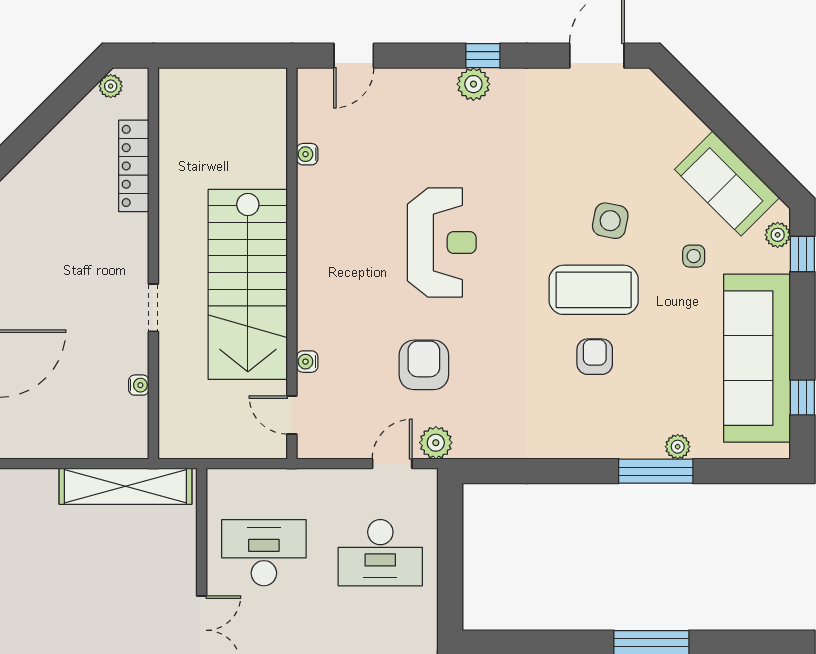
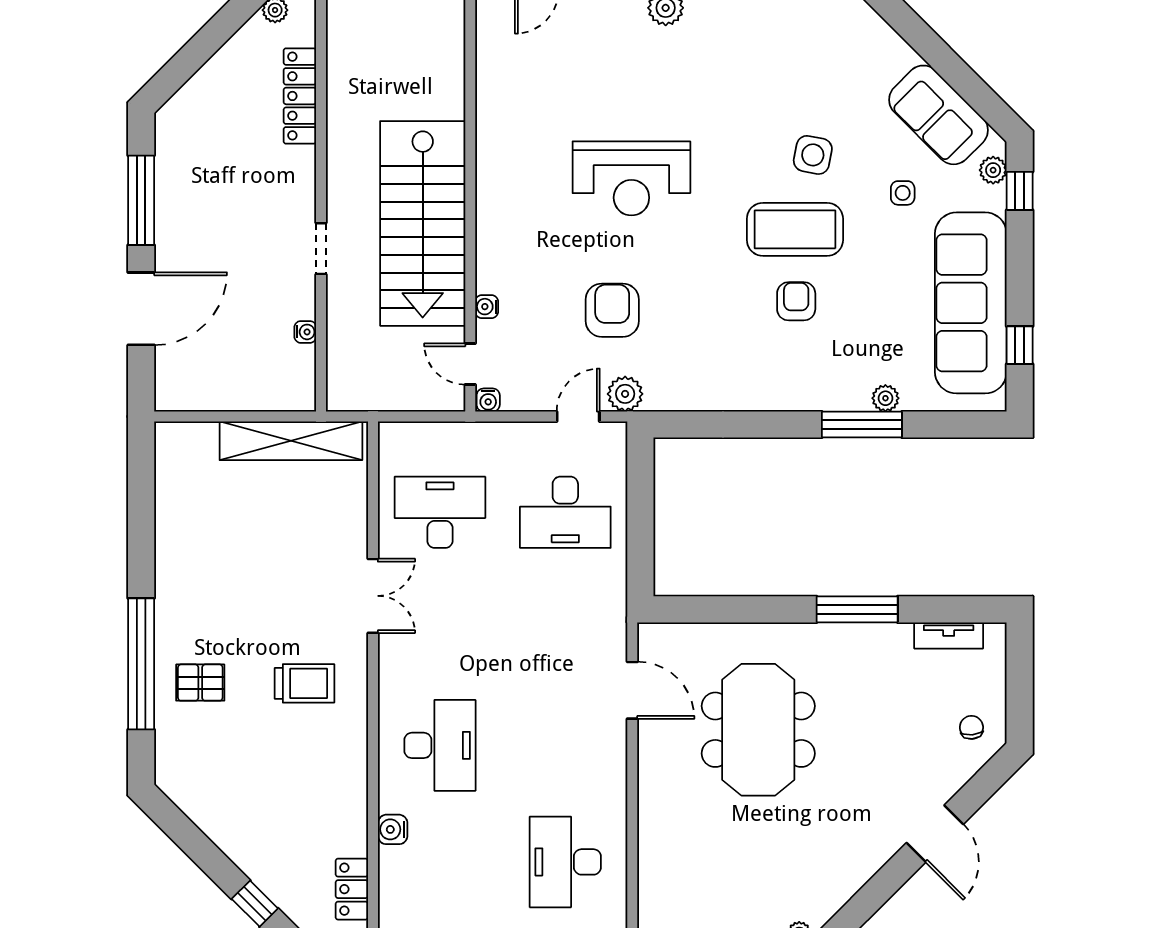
water cooler: (307, 154) -> (488, 400), moved, turned -90
reception desk: (442, 243) -> (631, 178), turned 90

